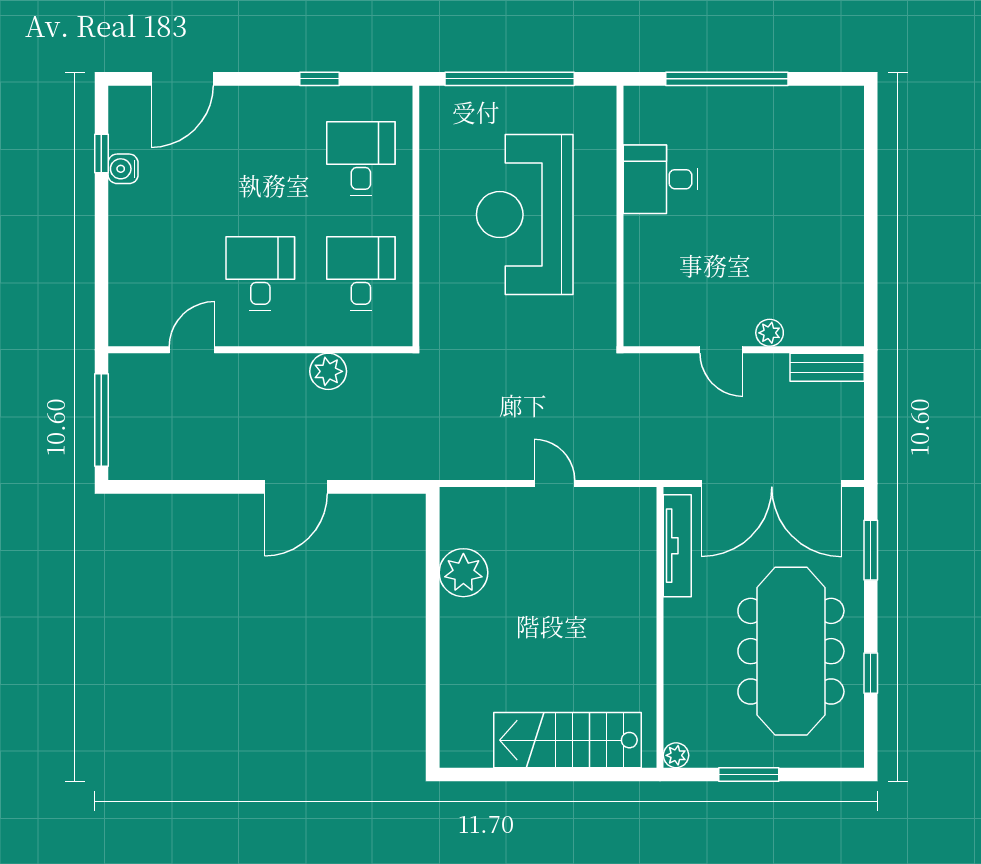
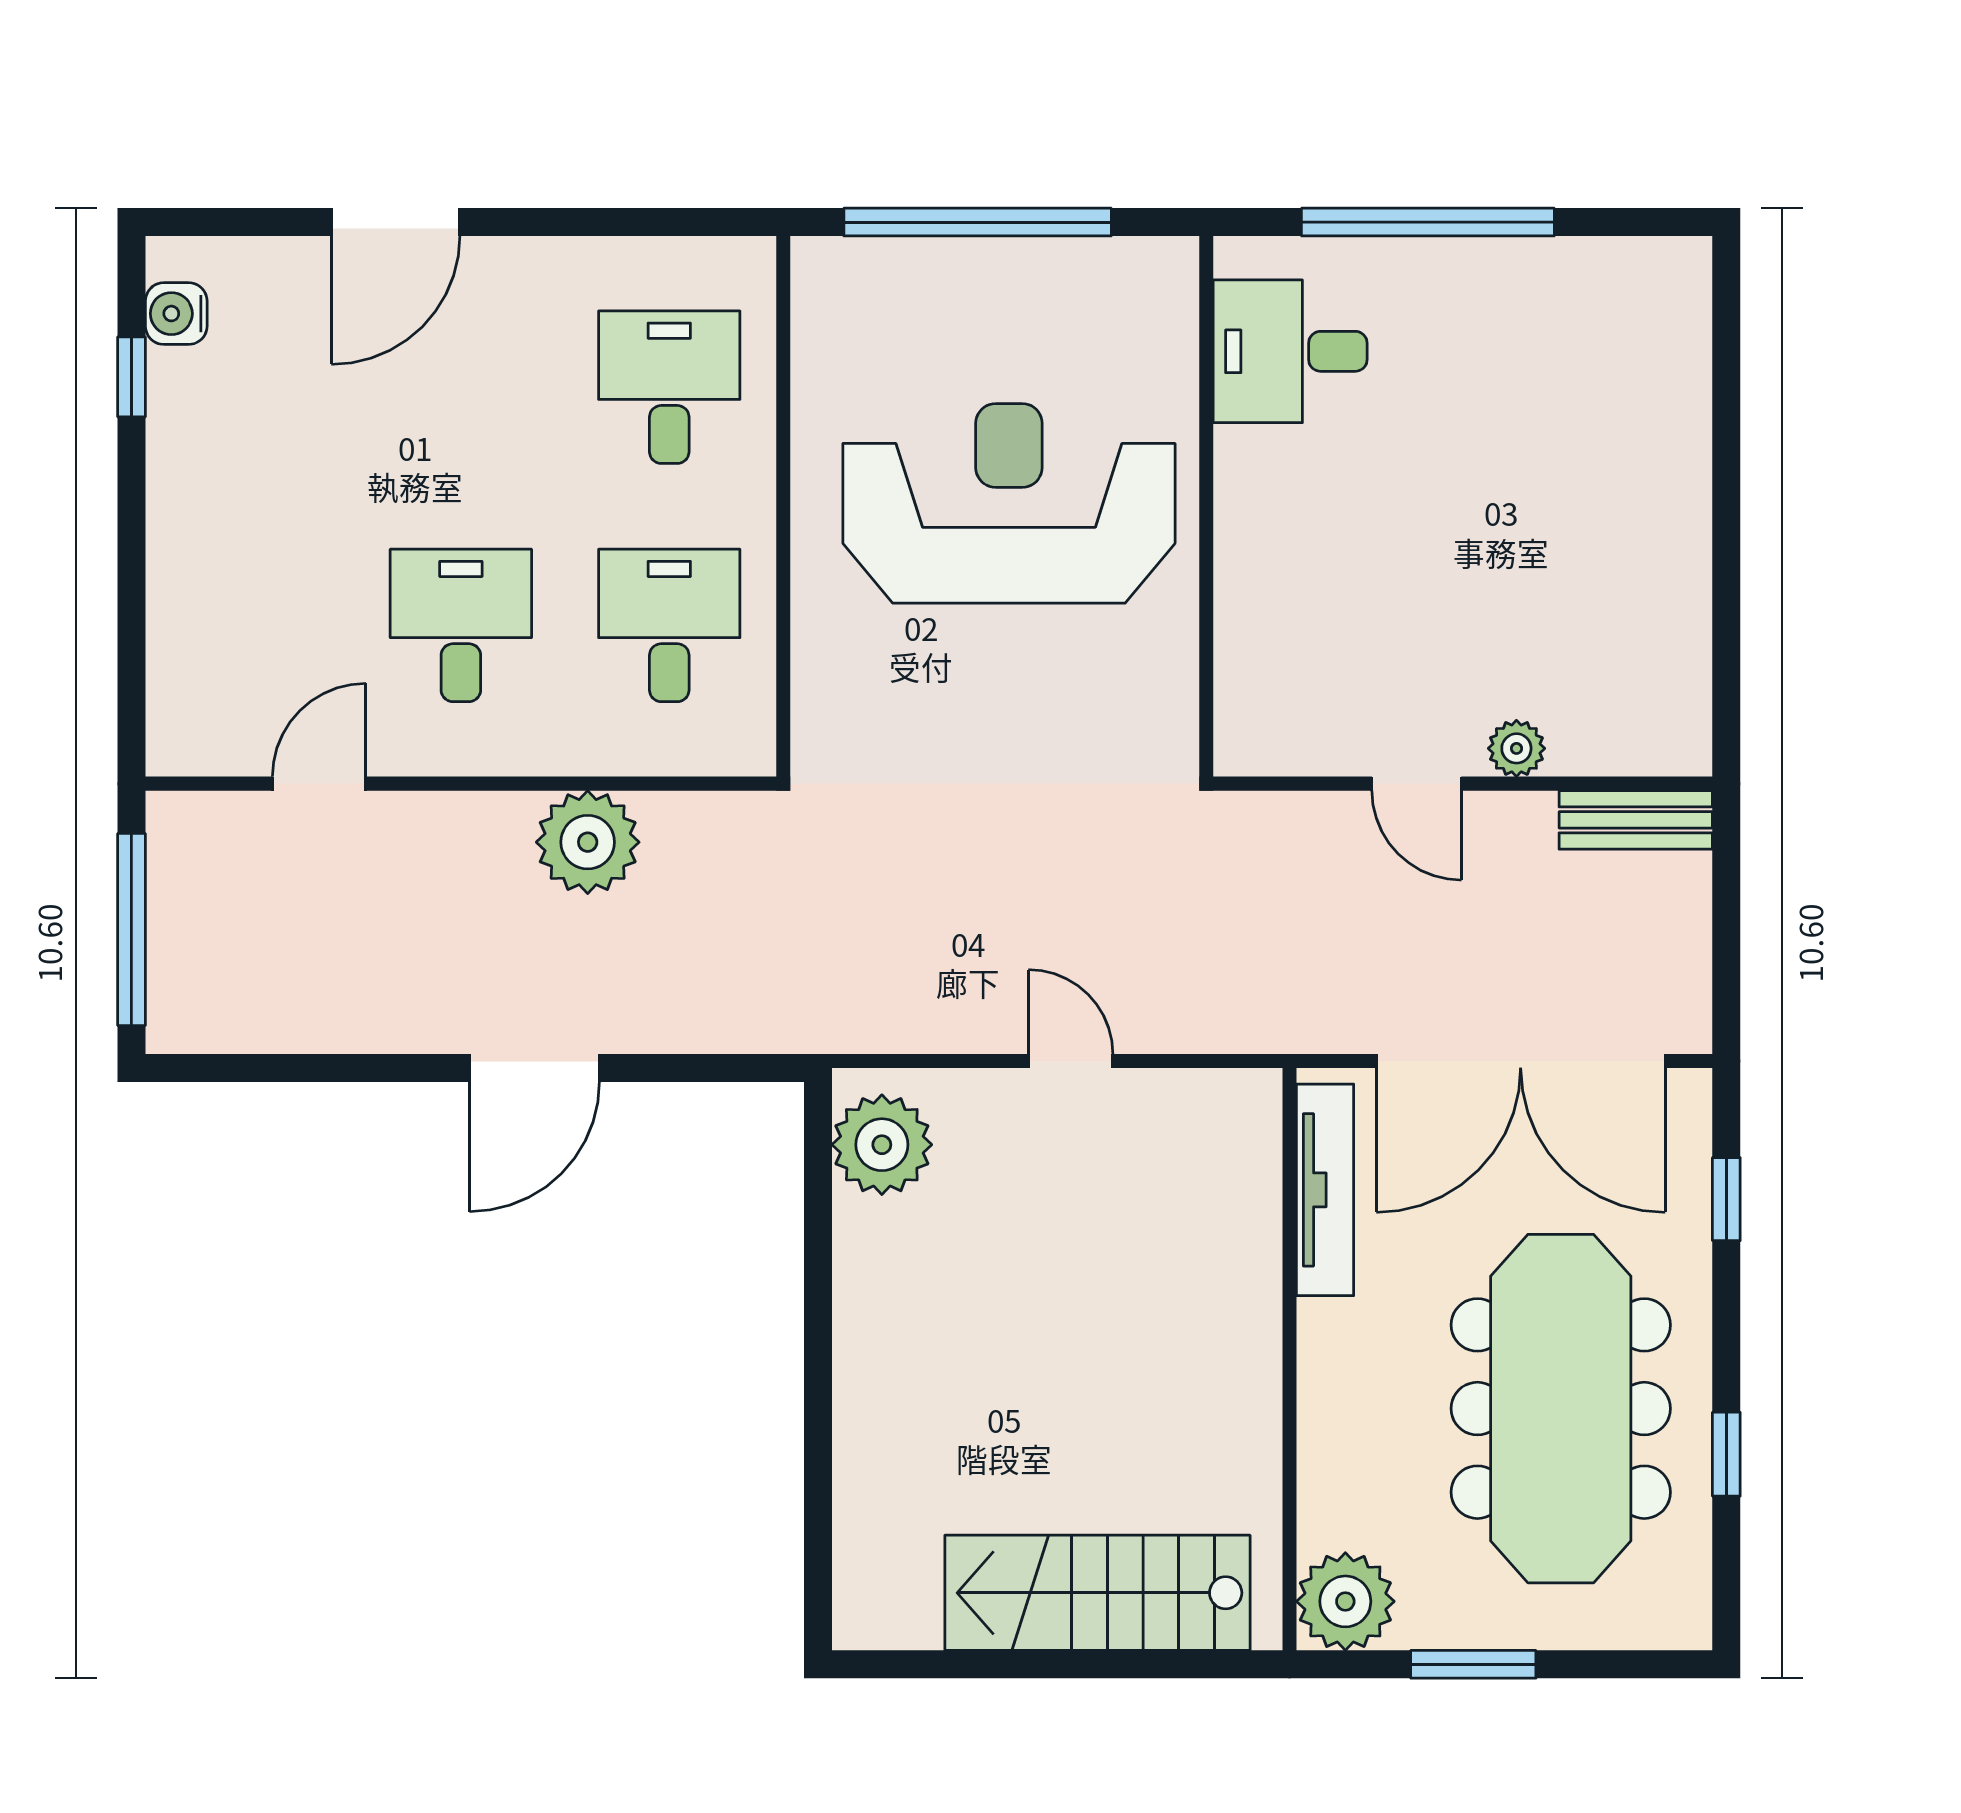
door: (182, 79) -> (396, 222), moved
window: (319, 79) -> (583, 222), removed
water cooler: (123, 169) -> (176, 314), moved
desk: (660, 179) -> (1290, 351), moved
reception desk: (525, 215) -> (1009, 503), turned 90
plant: (328, 371) -> (588, 842), width x1.36, depth x1.36
window: (871, 550) -> (1726, 1199), width x0.67
plant: (463, 573) -> (882, 1145), moved
plant: (676, 755) -> (1345, 1601), width x1.87, depth x1.87

